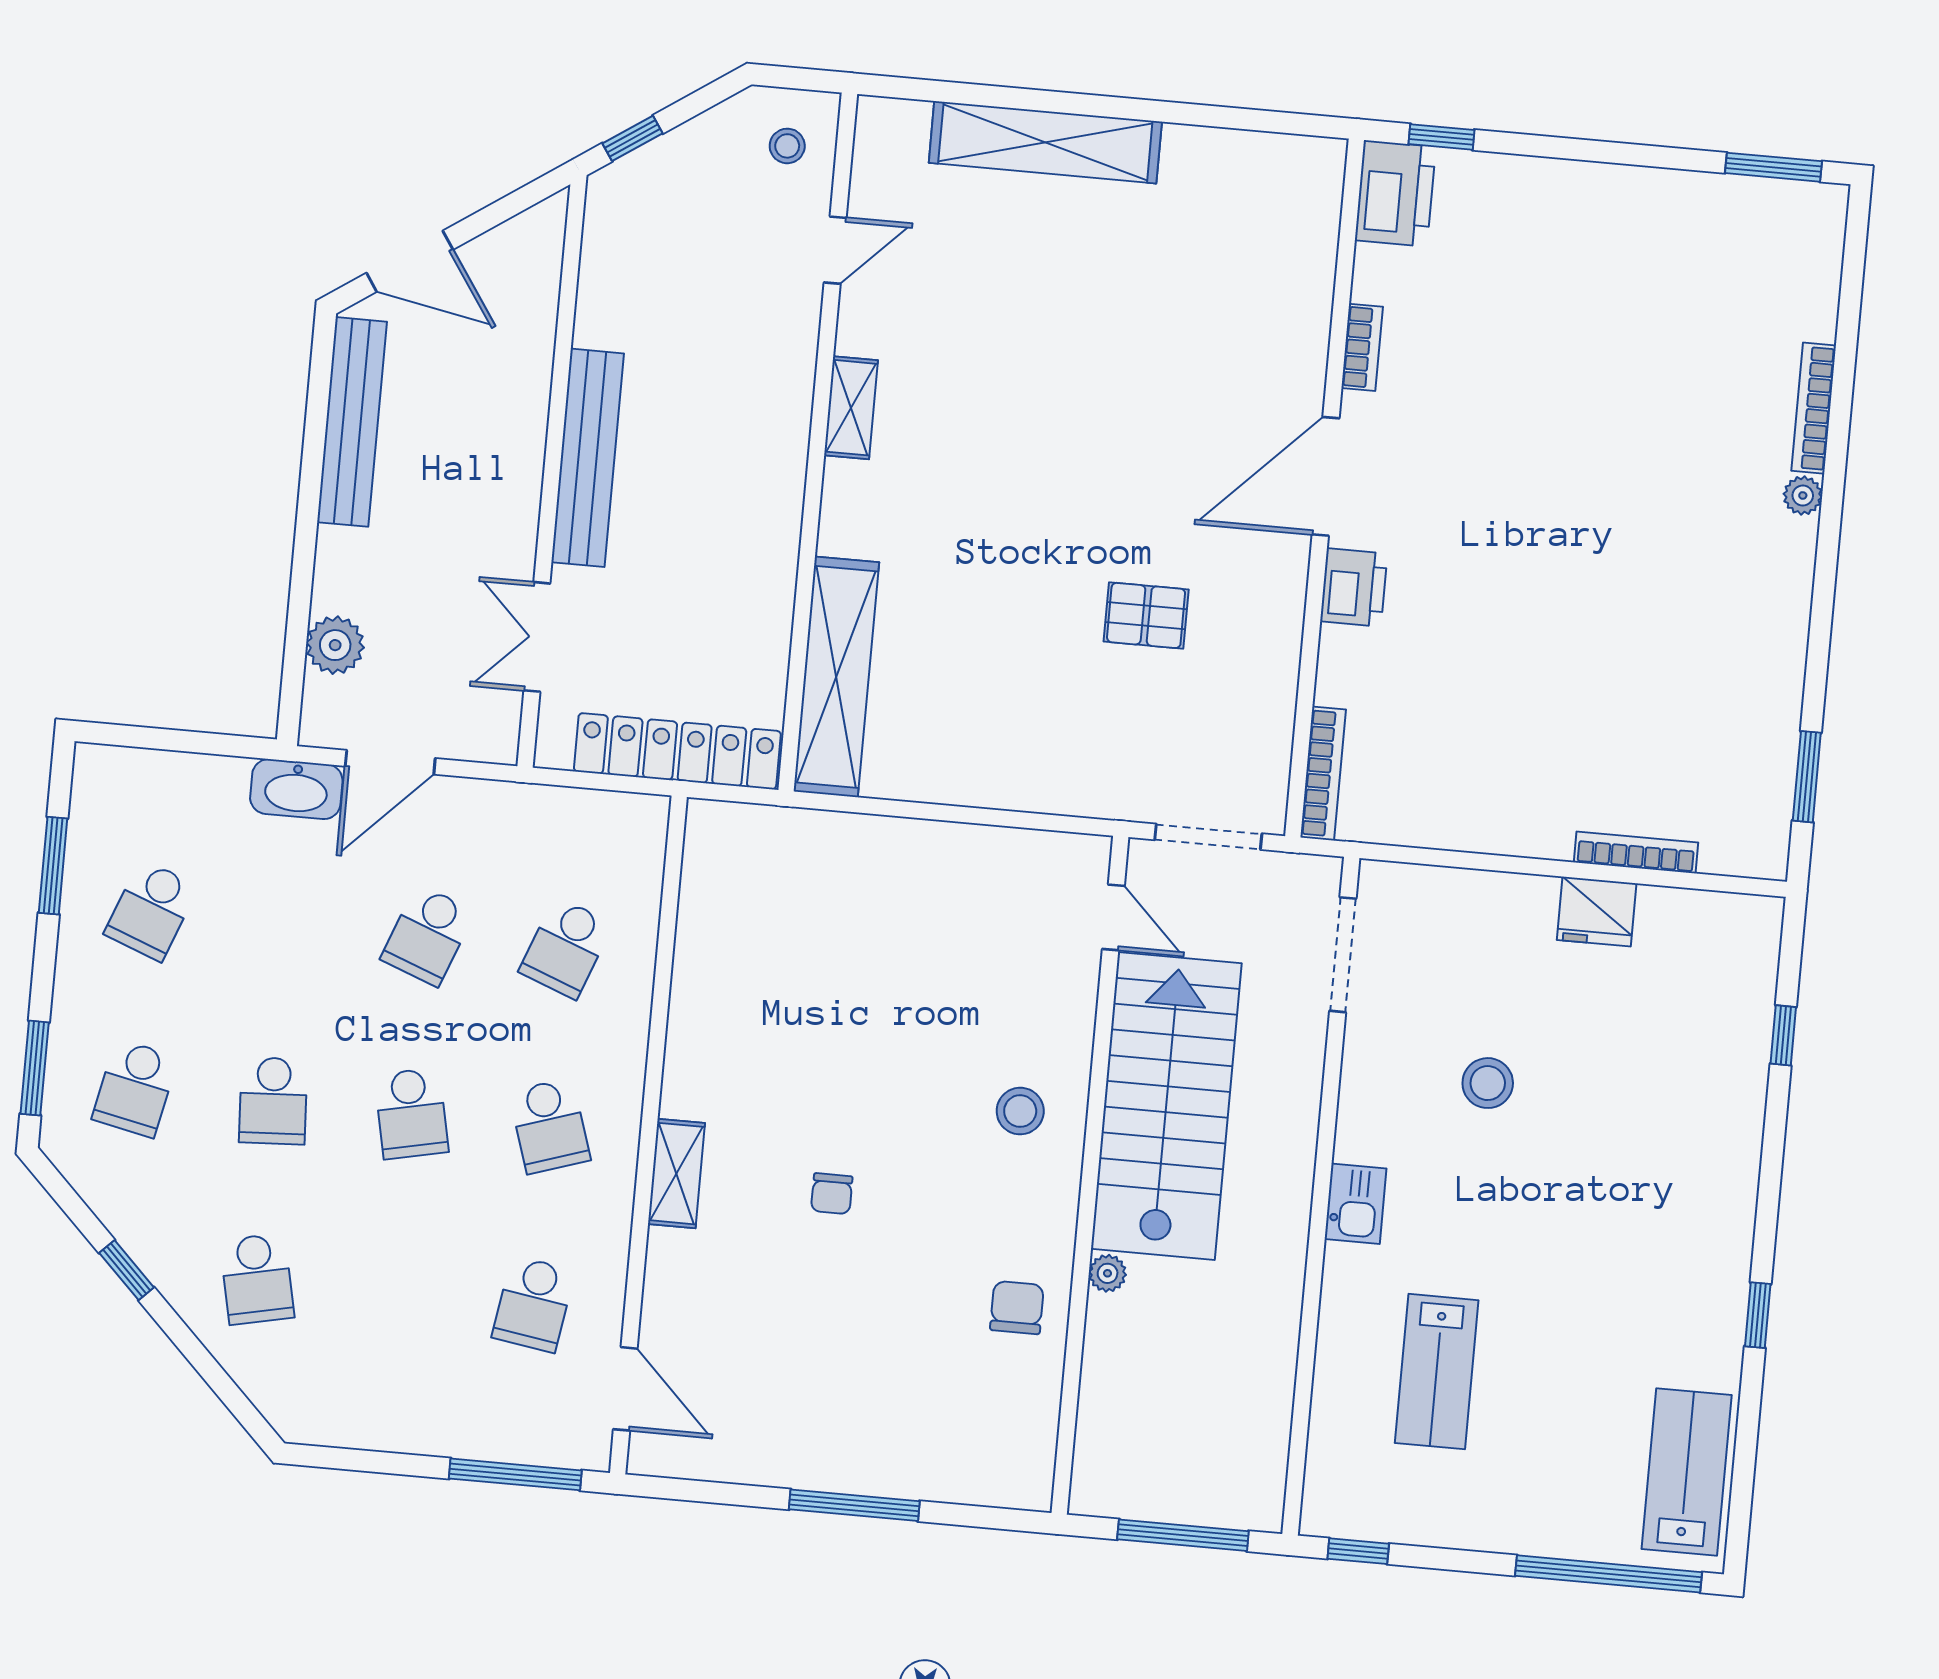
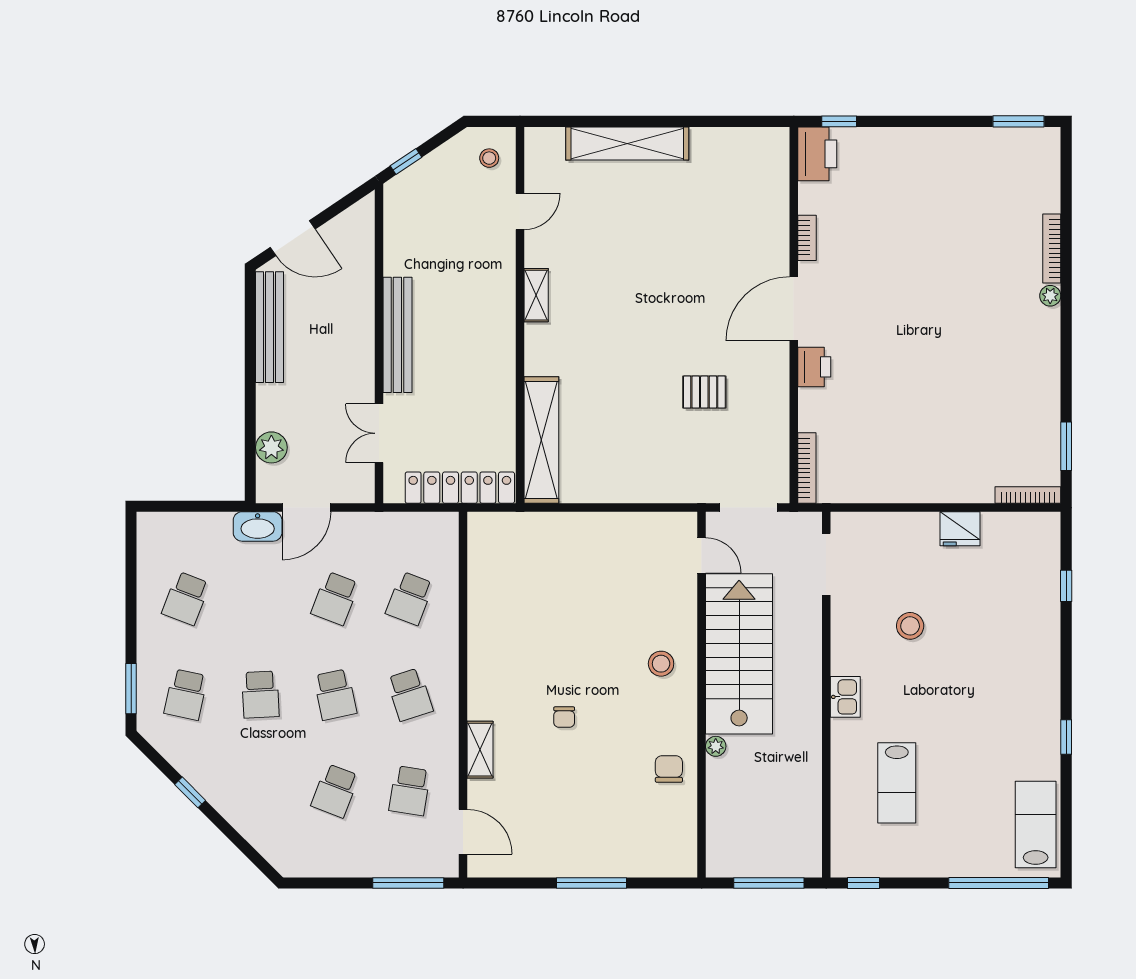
bookcase: (1636, 852) -> (1028, 495), moved
window: (53, 866) -> (131, 579), removed
shelving: (676, 1174) -> (480, 750), moved
school desk: (257, 1279) -> (335, 791), moved, turned 33

